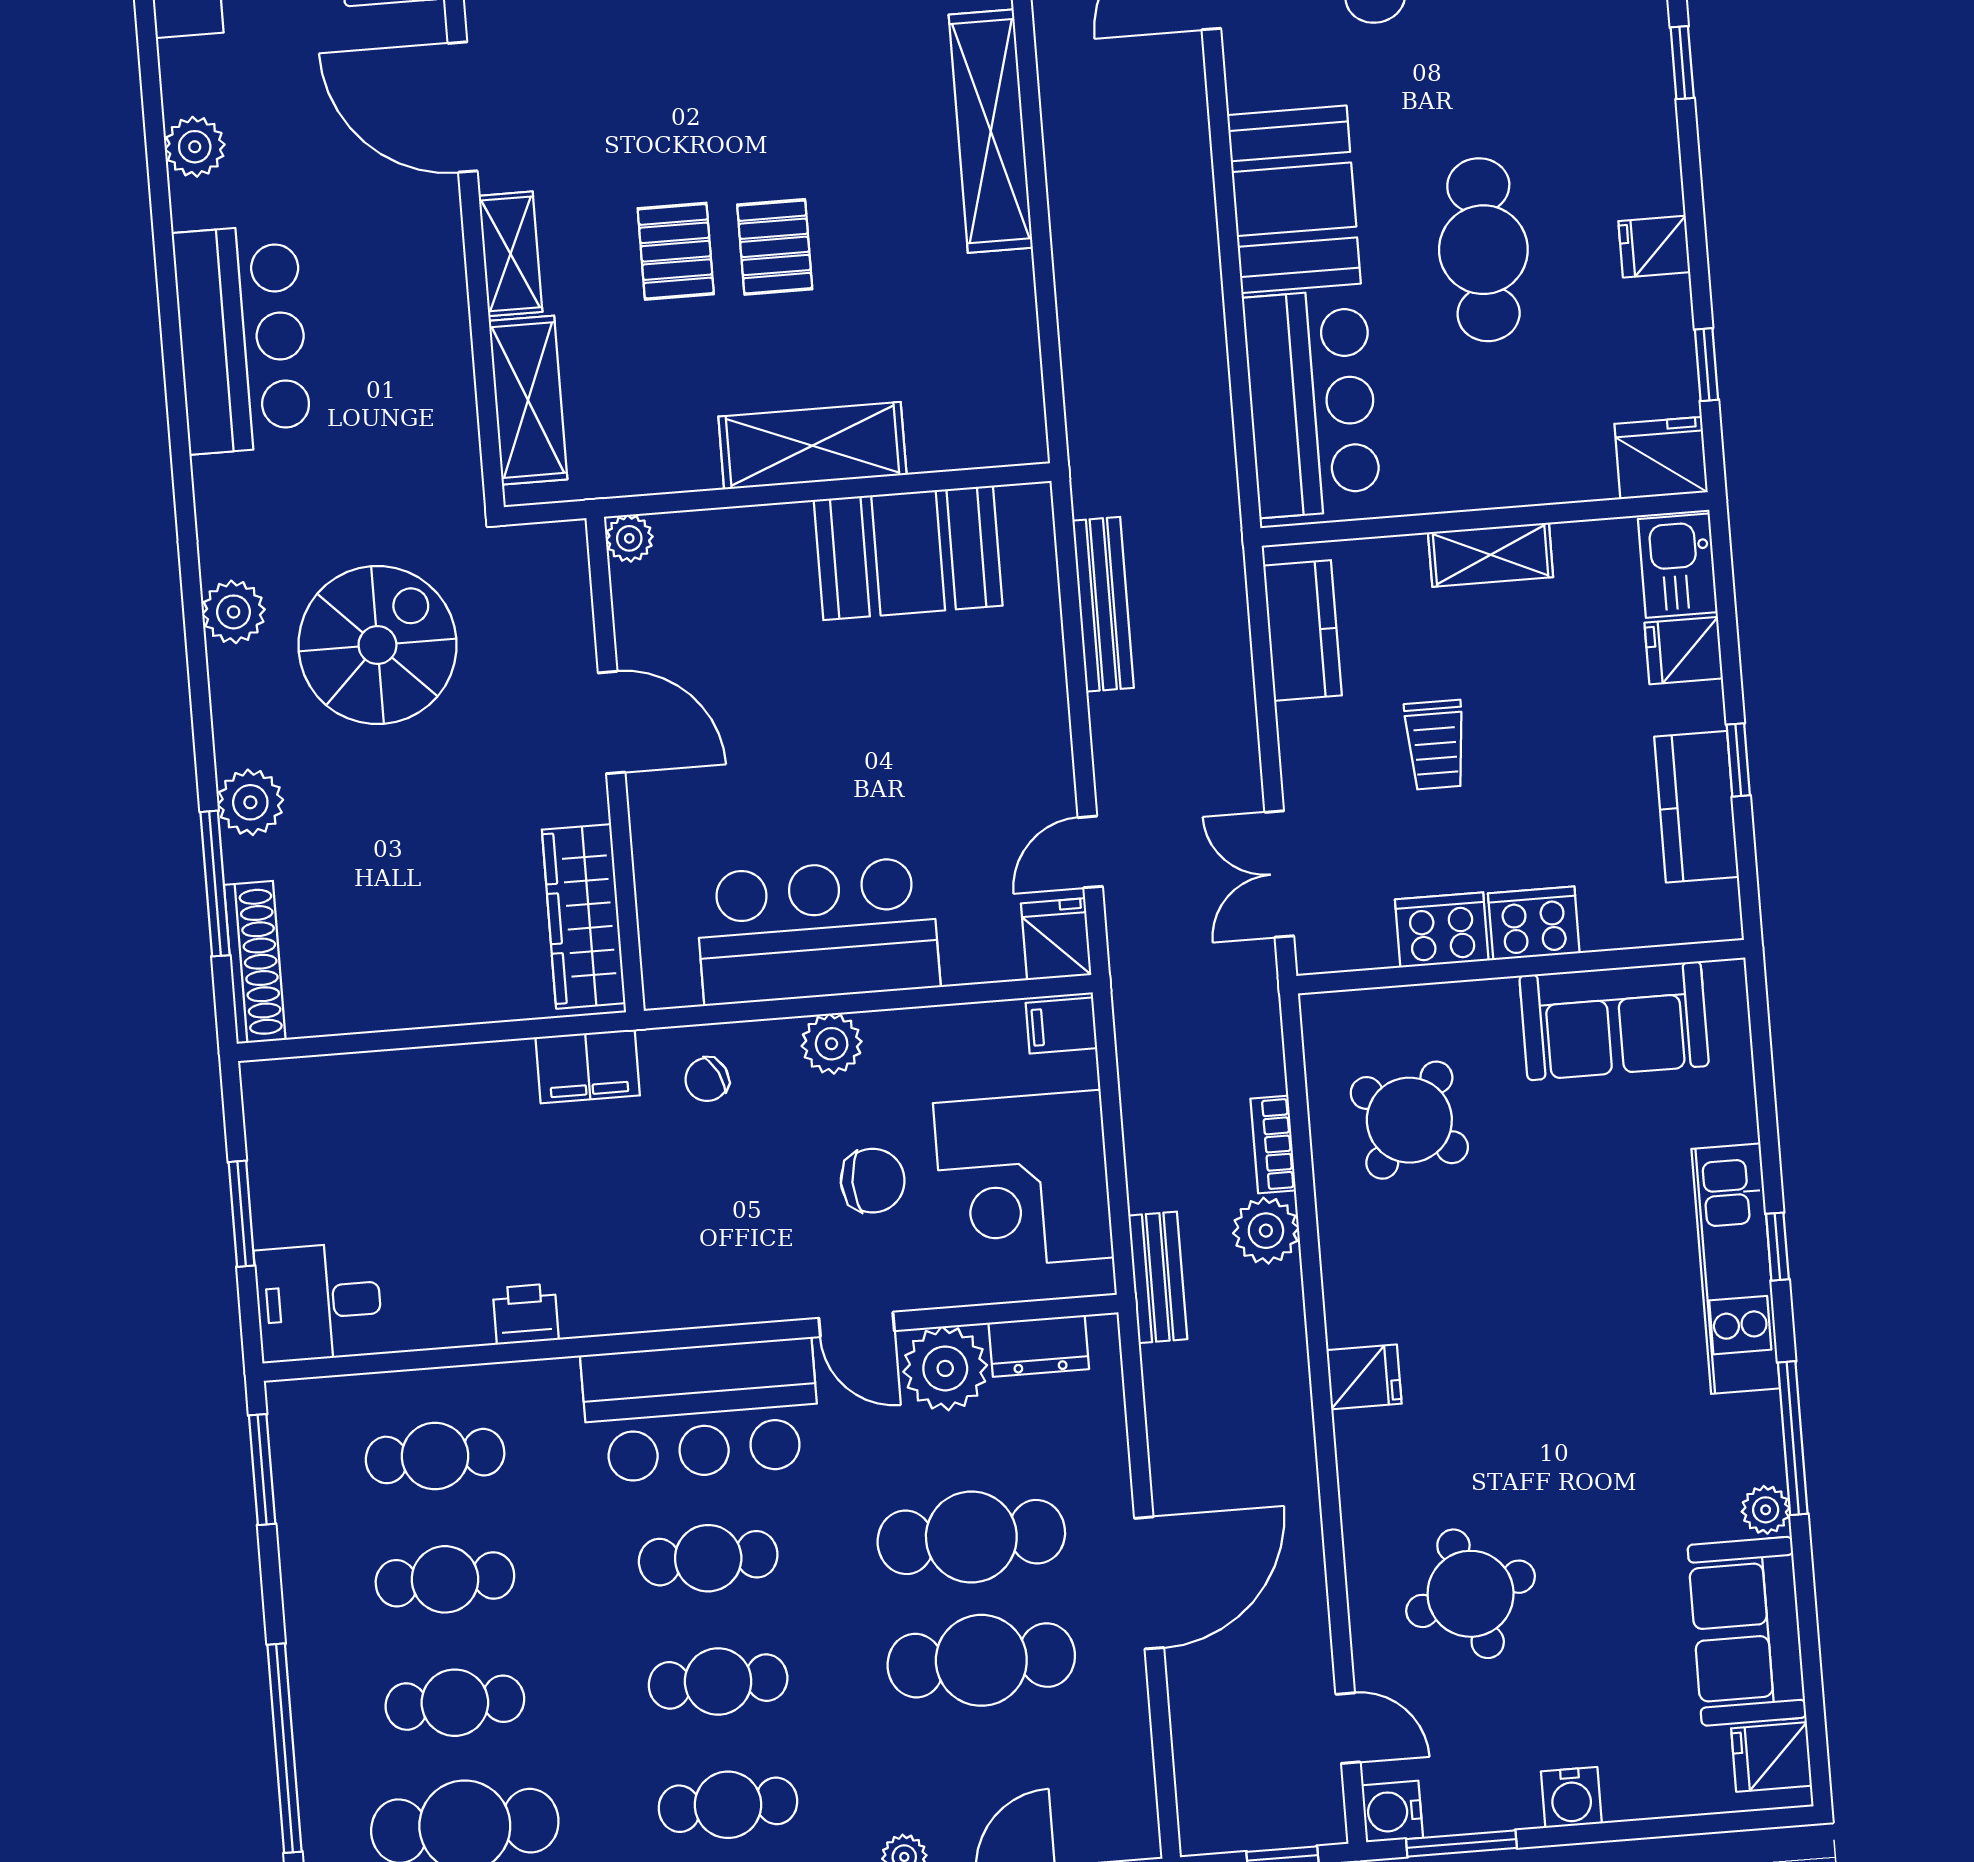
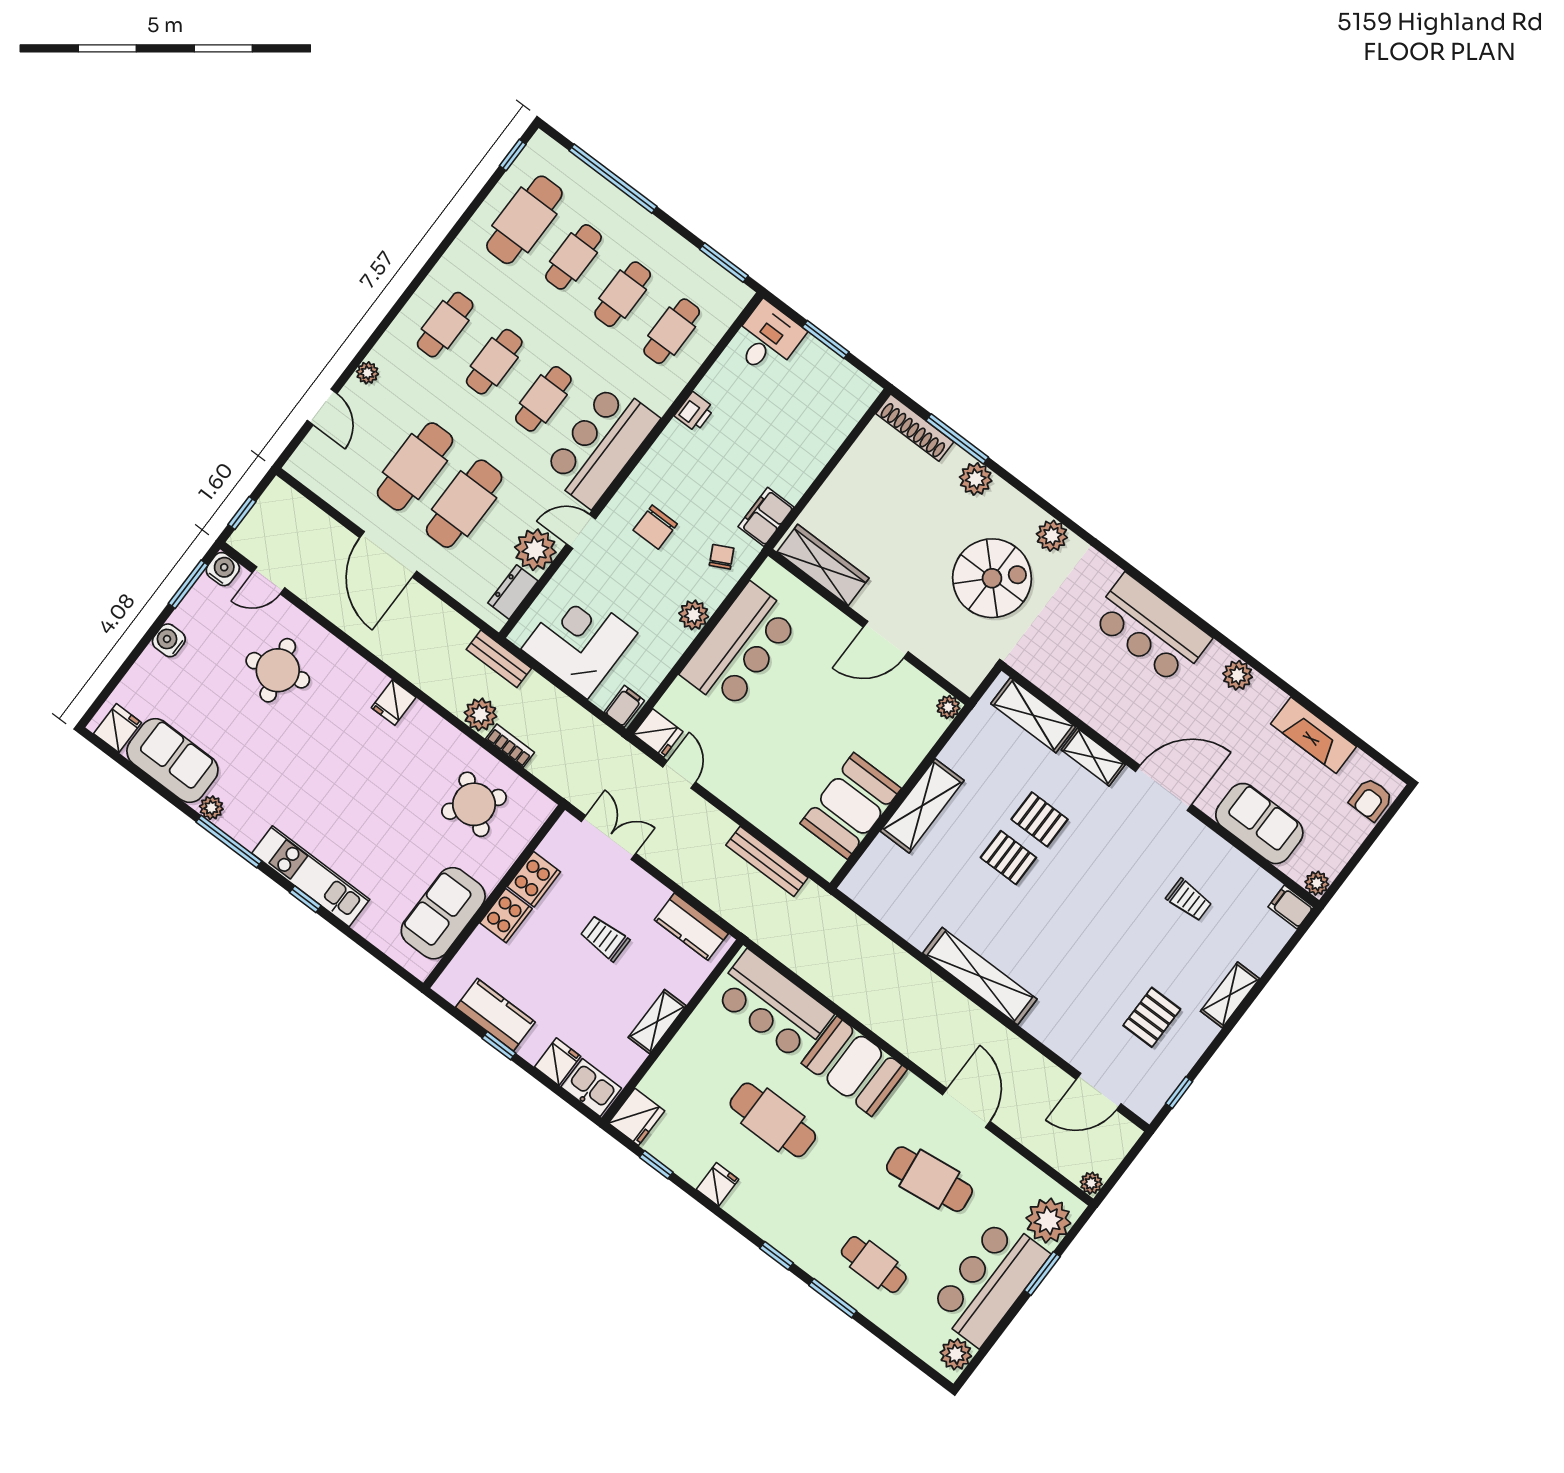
spiral stairs: (377, 645) -> (992, 578), turned -90
chair: (873, 1181) -> (655, 527), moved

